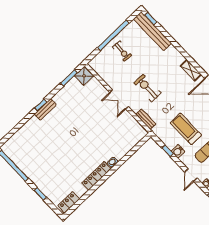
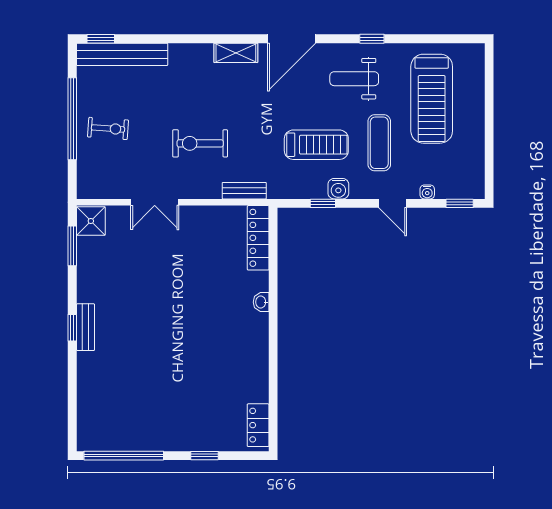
double door: (119, 99) -> (155, 202), moved
treadmill: (186, 129) -> (316, 145), turned 180
locker: (96, 176) -> (258, 238), moved

